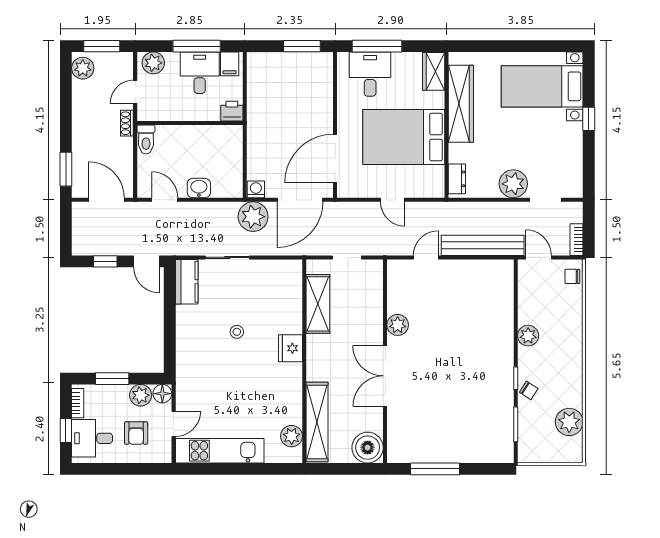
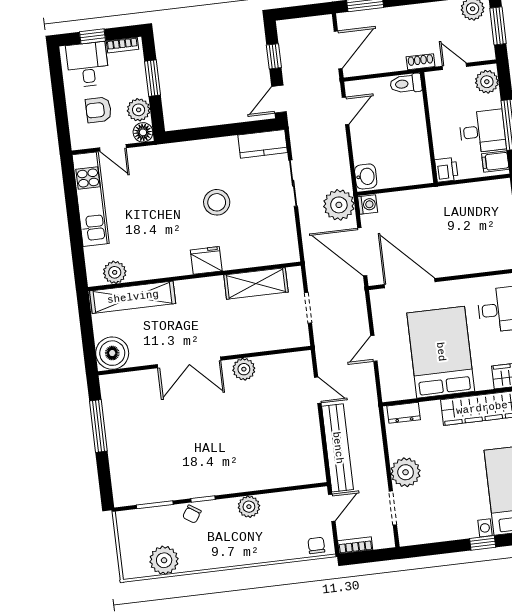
washbasin: (199, 188) -> (366, 176), moved
stool: (237, 332) -> (217, 202), width x1.89, depth x1.89
double door: (385, 376) -> (189, 362), swing flipped

